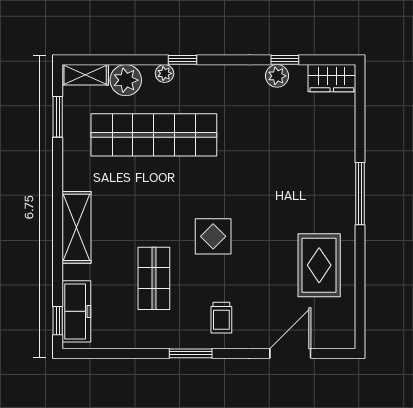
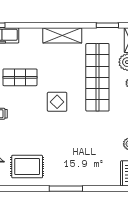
shelving: (76, 227) -> (62, 35), moved
display table: (213, 236) -> (57, 102), moved

